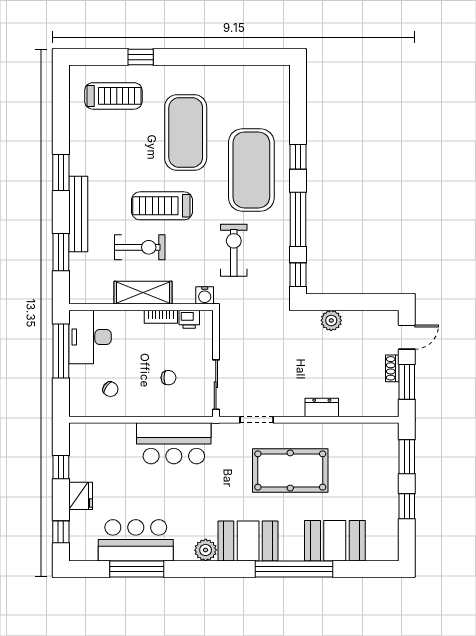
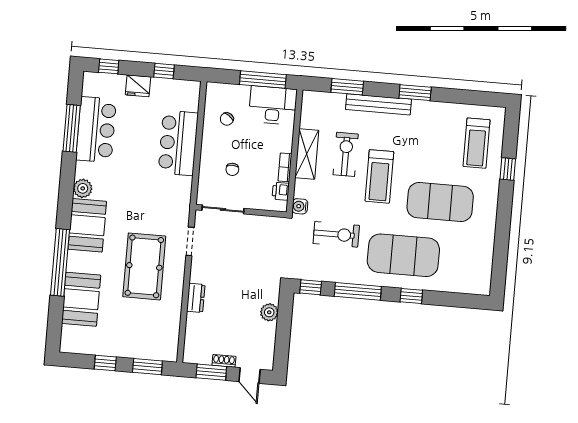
treadmill: (162, 206) -> (379, 176), turned 180
exercise bike: (140, 247) -> (346, 154), turned 180
bar counter: (174, 443) -> (178, 143), moved

